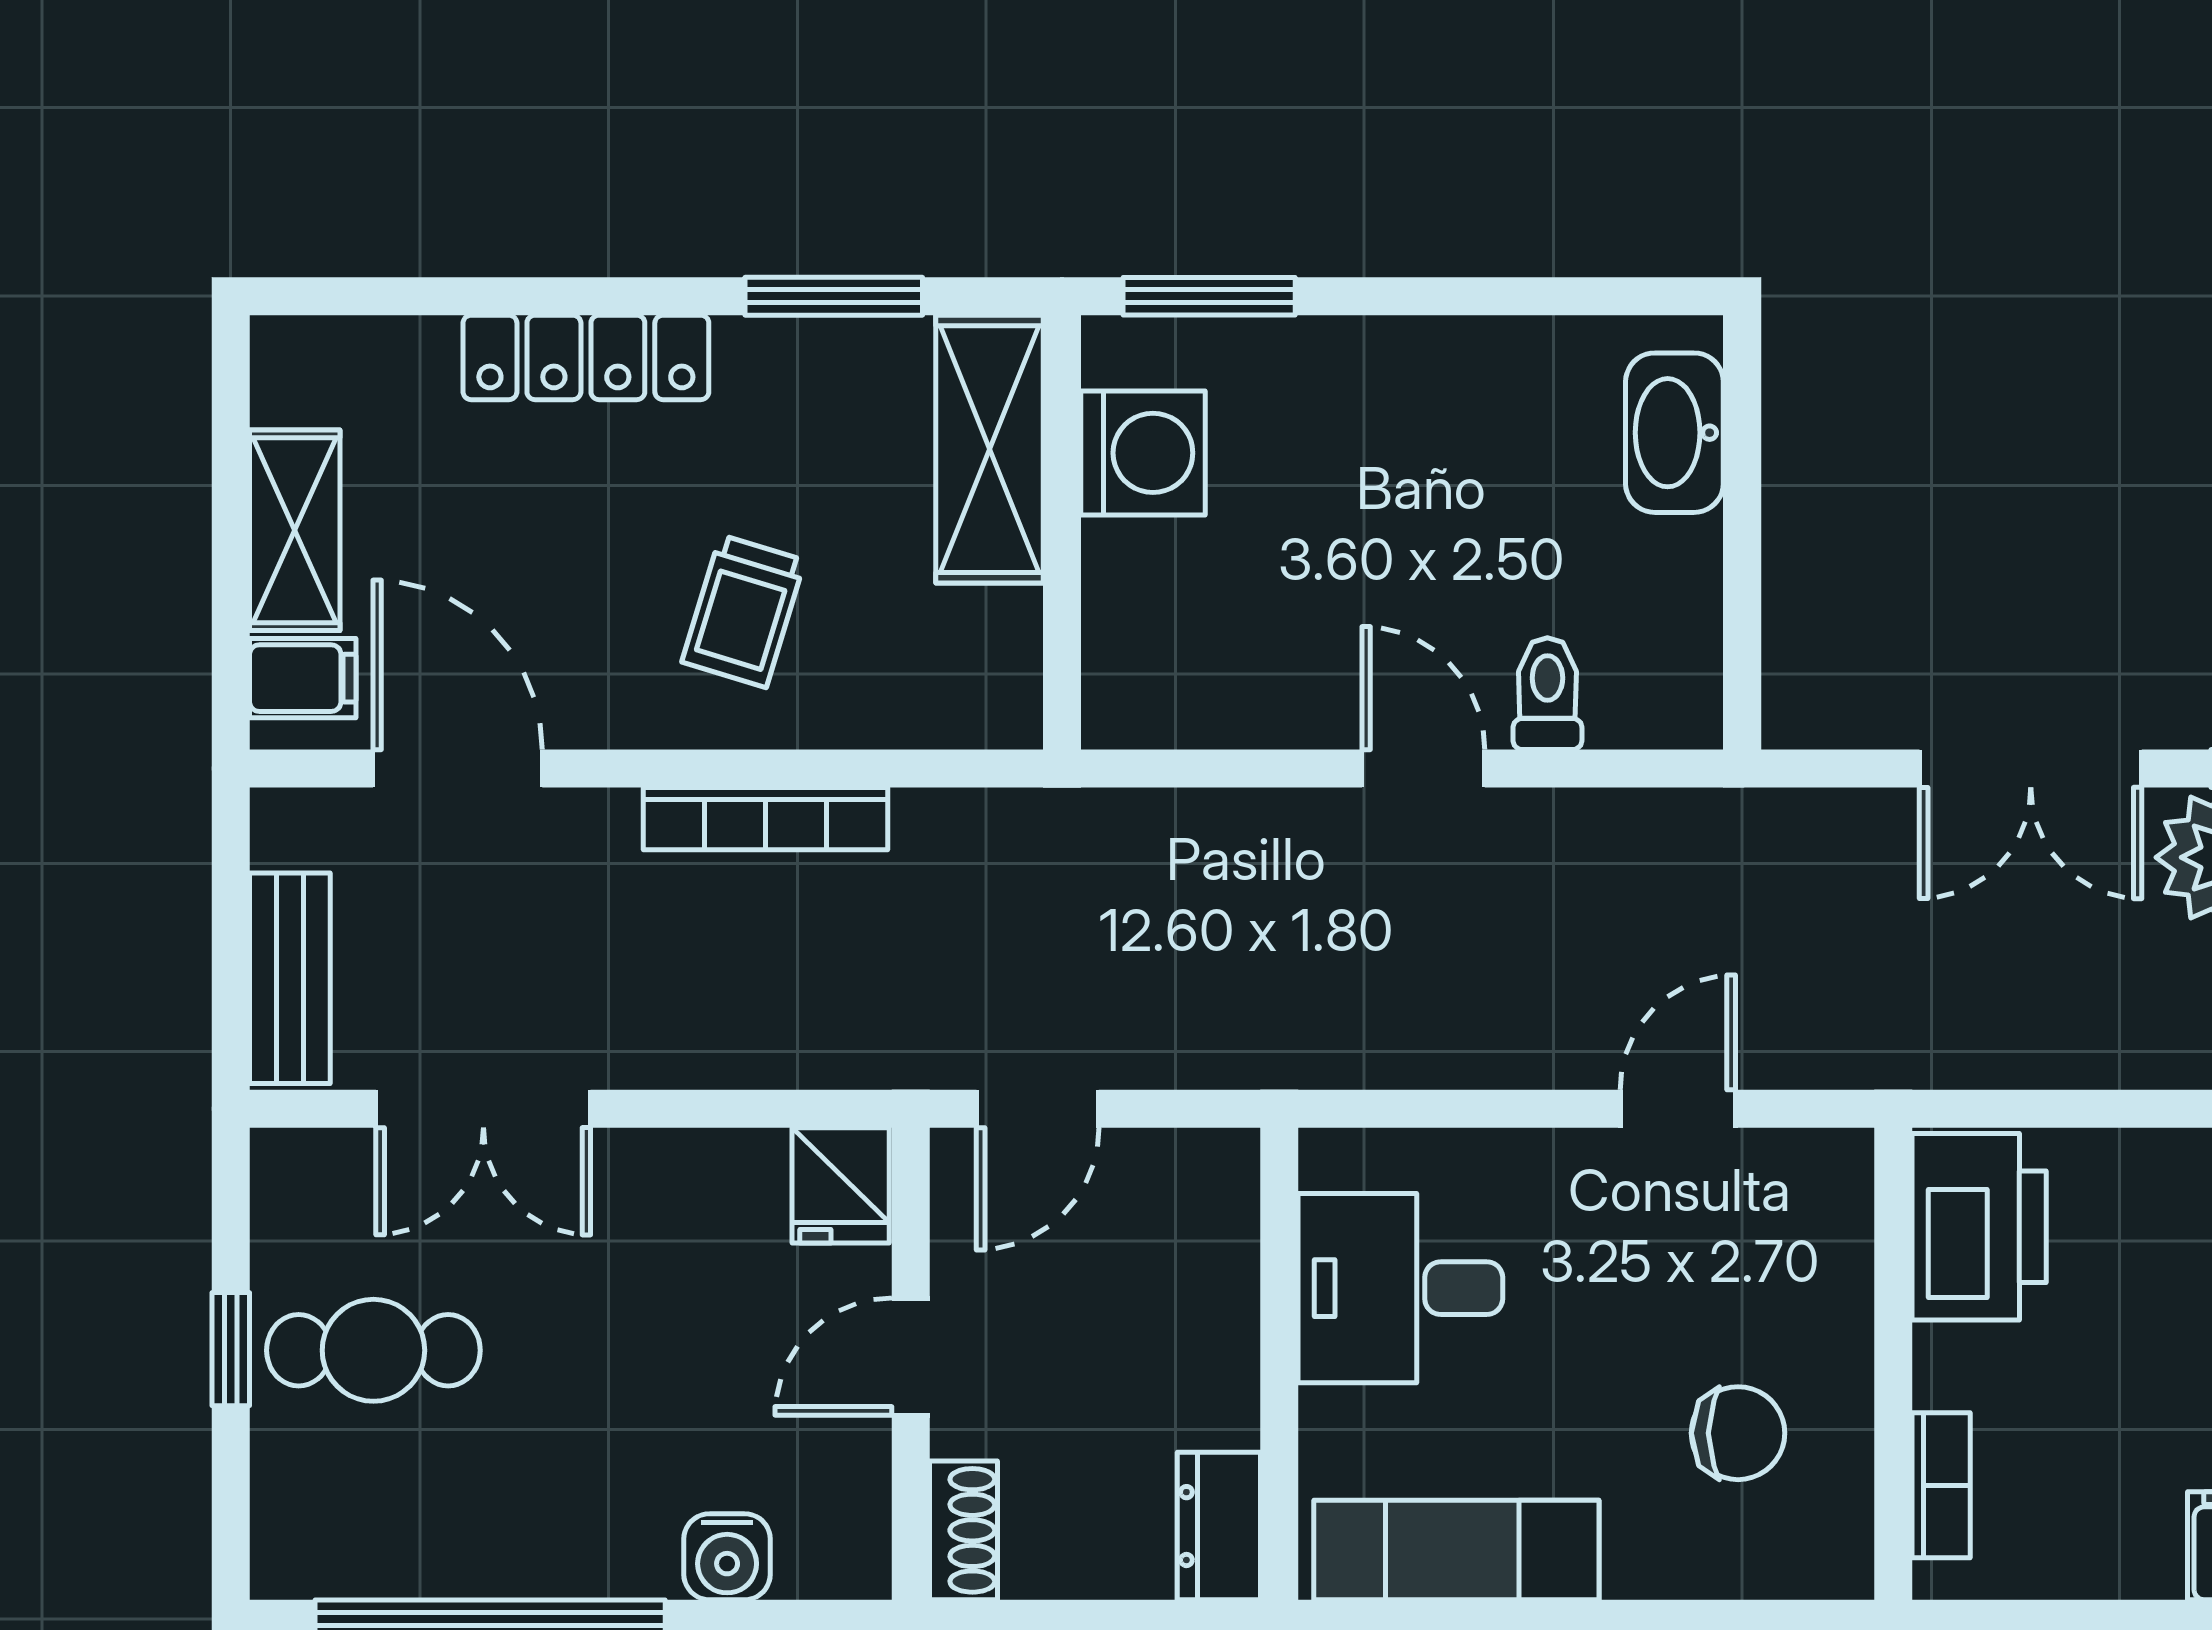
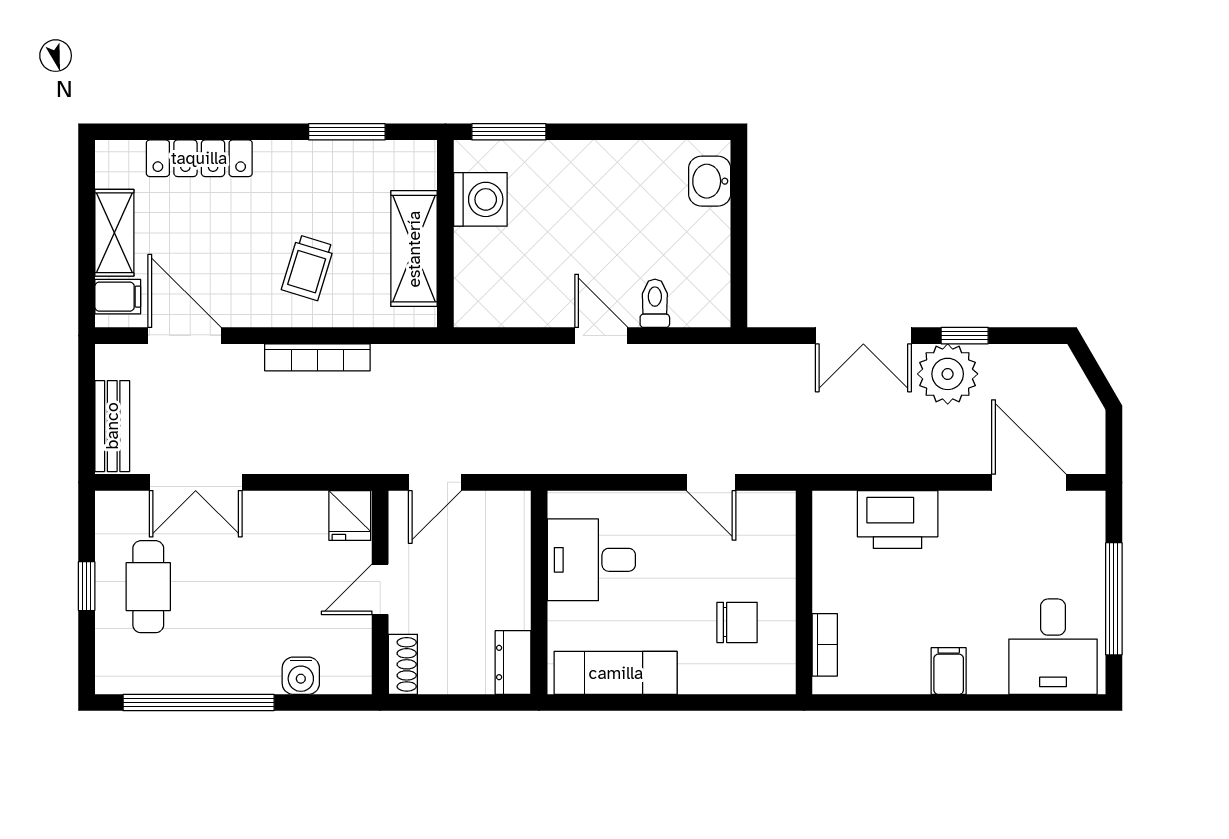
locker: (586, 357) -> (199, 158), moved
washbasin: (1674, 433) -> (710, 181), width x0.72
shelving: (989, 449) -> (414, 249), moved
door: (1678, 1109) -> (711, 482), swing flipped
printer: (1979, 1227) -> (898, 519), moved, turned 90
cafe table: (373, 1350) -> (148, 587), turned 90

